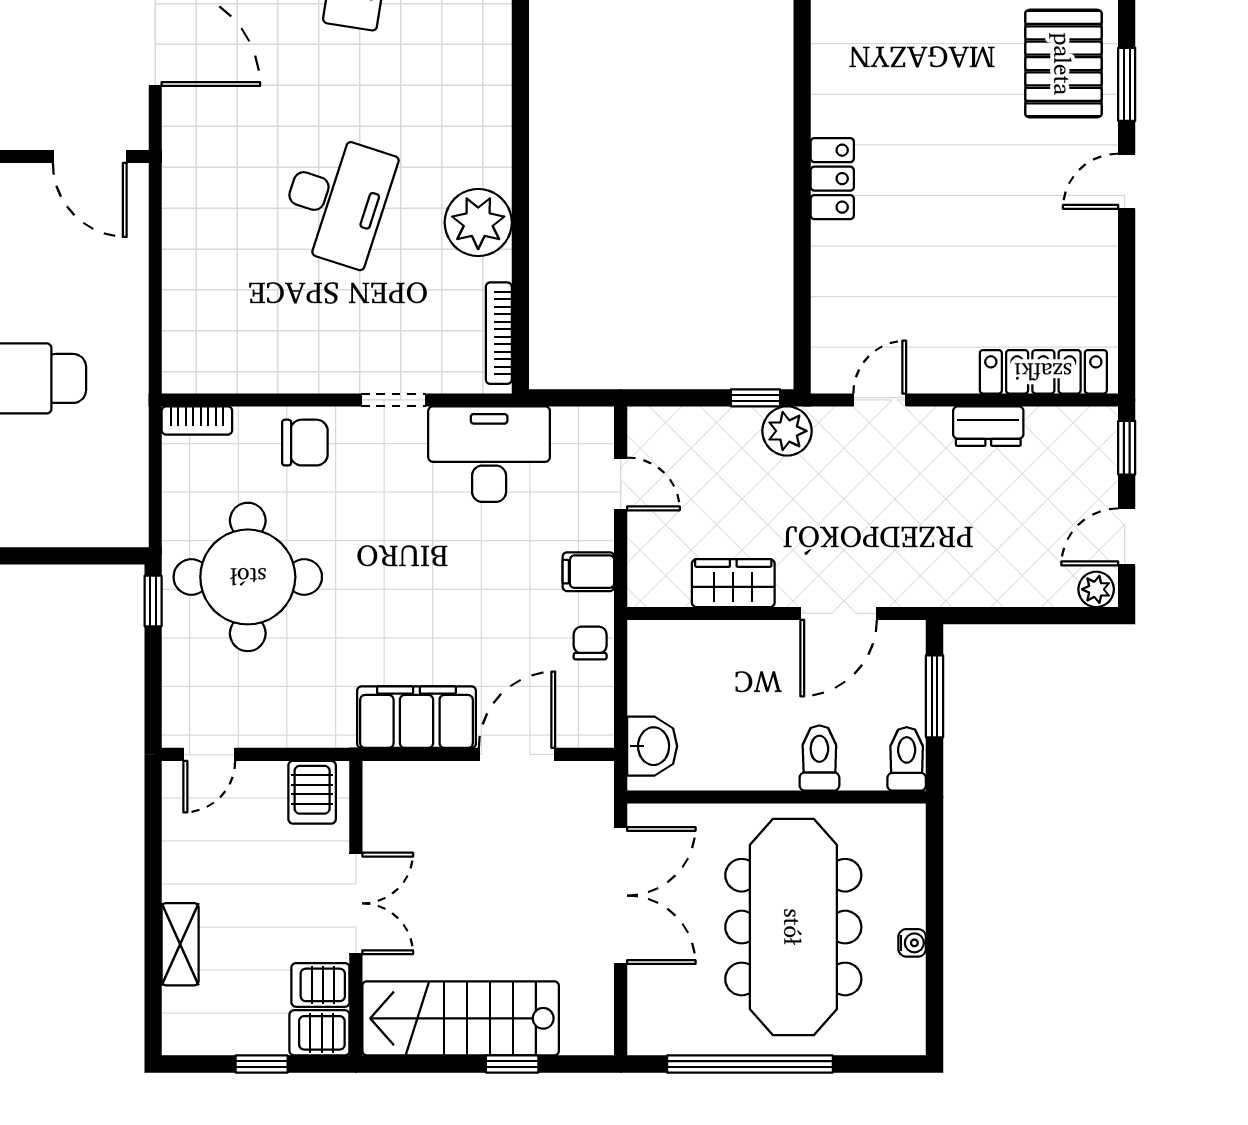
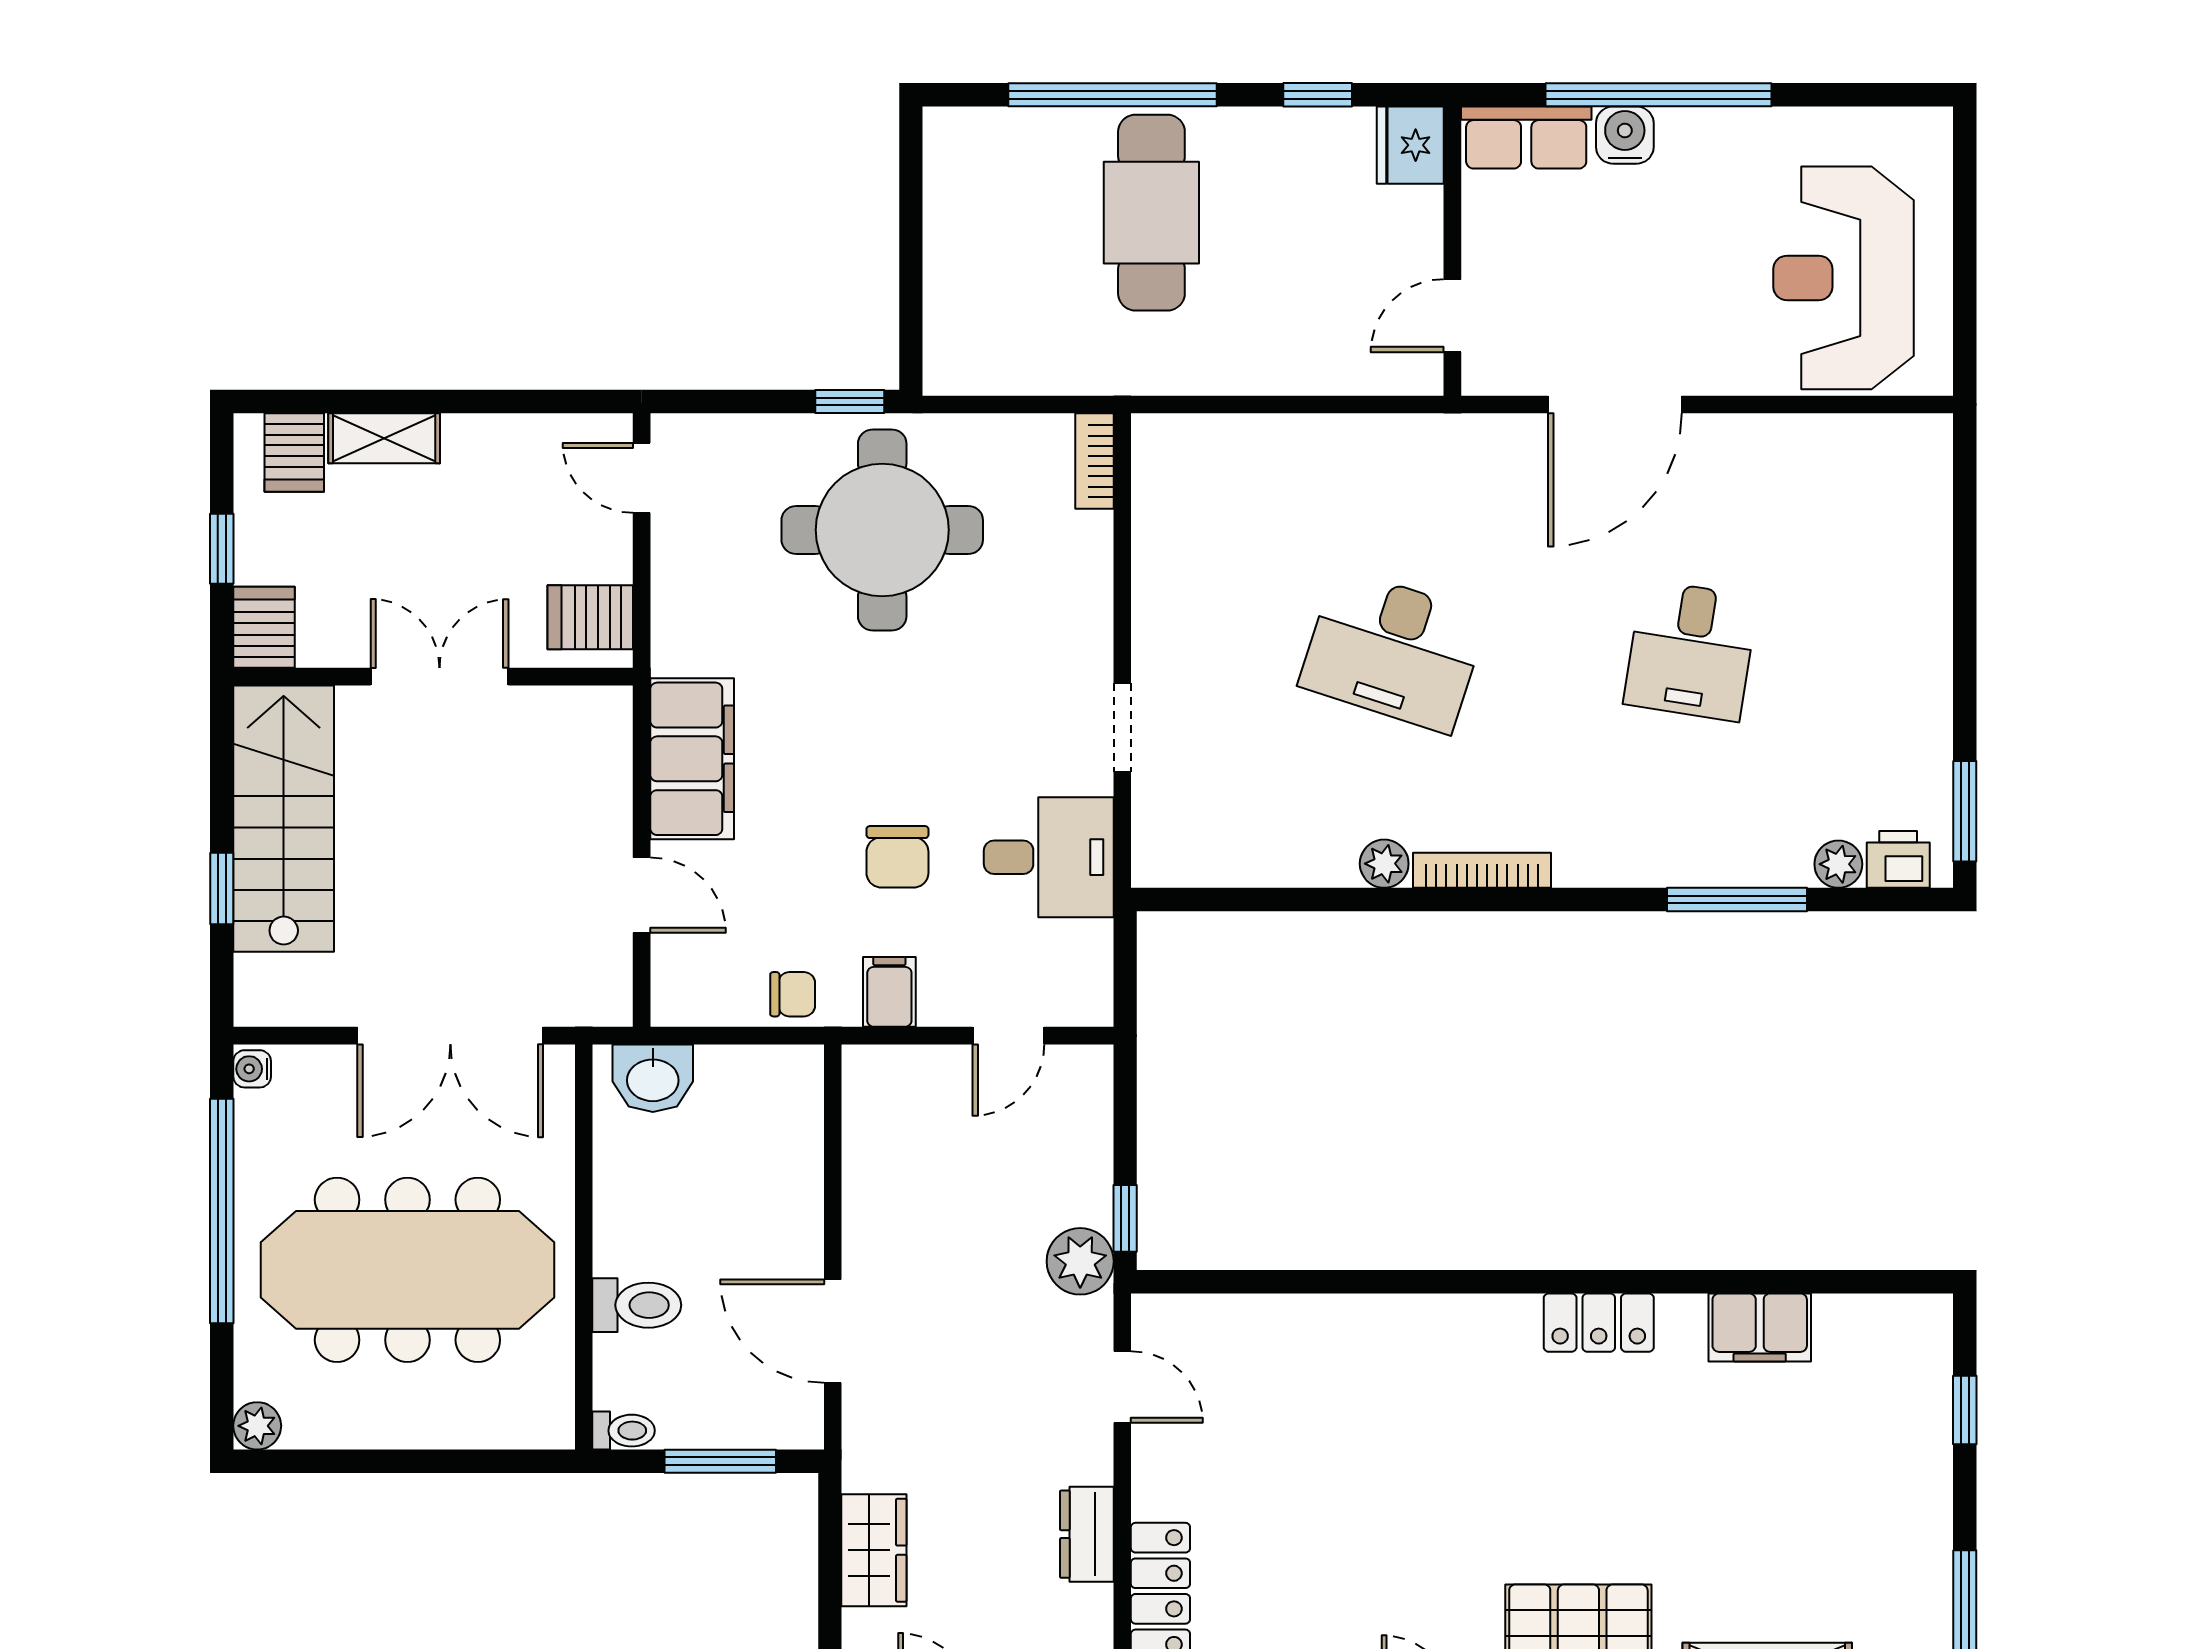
door: (90, 157) -> (1452, 316), width x0.73
locker: (832, 179) -> (1599, 1323), moved
plant: (478, 222) -> (1384, 864), width x0.53, depth x0.53
bookcase: (499, 333) -> (1482, 870), moved
chair: (305, 443) -> (897, 857), moved
desk: (489, 454) -> (1049, 857), width x0.73
wardrobe: (733, 583) -> (874, 1550), moved
door: (517, 754) -> (642, 895), width x0.73
toilet: (907, 759) -> (624, 1431), width x0.73, depth x0.72
double door: (356, 903) -> (440, 677), swing flipped
water cooler: (912, 943) -> (252, 1069), moved, turned 90
server rack: (320, 985) -> (294, 453), moved, turned 180
plant: (908, 1038) -> (257, 1426), added

